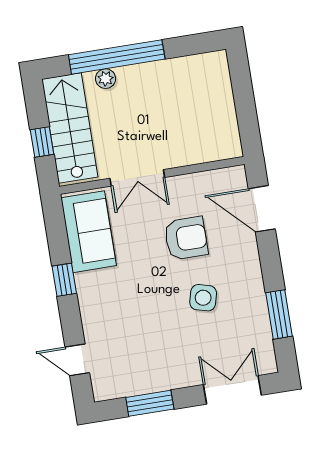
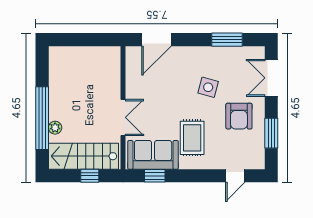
armchair: (186, 238) -> (239, 116), moved, turned 180
window: (64, 280) -> (155, 176), moved
rug: (123, 286) -> (192, 138), added

